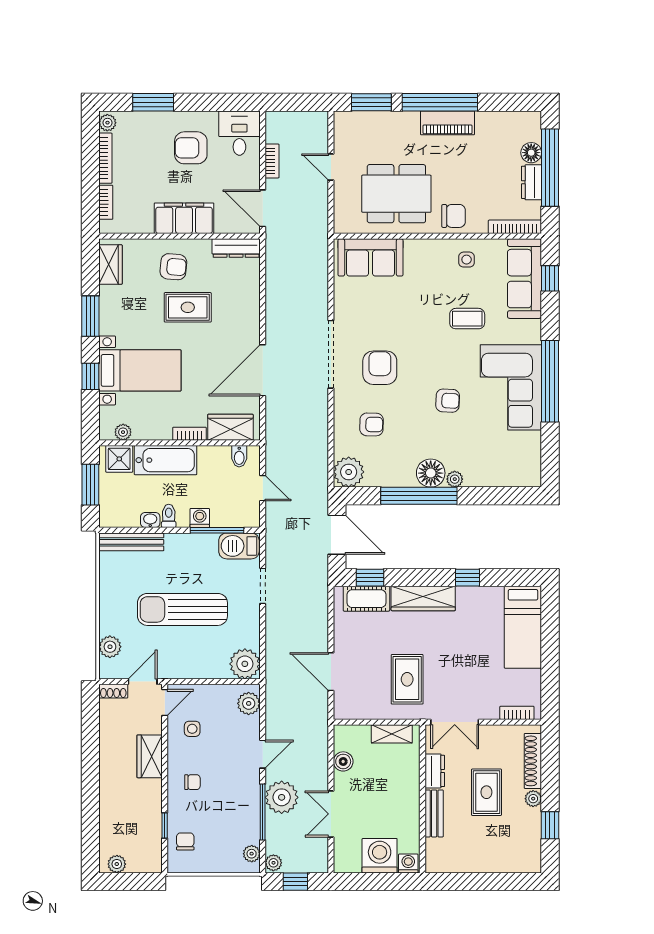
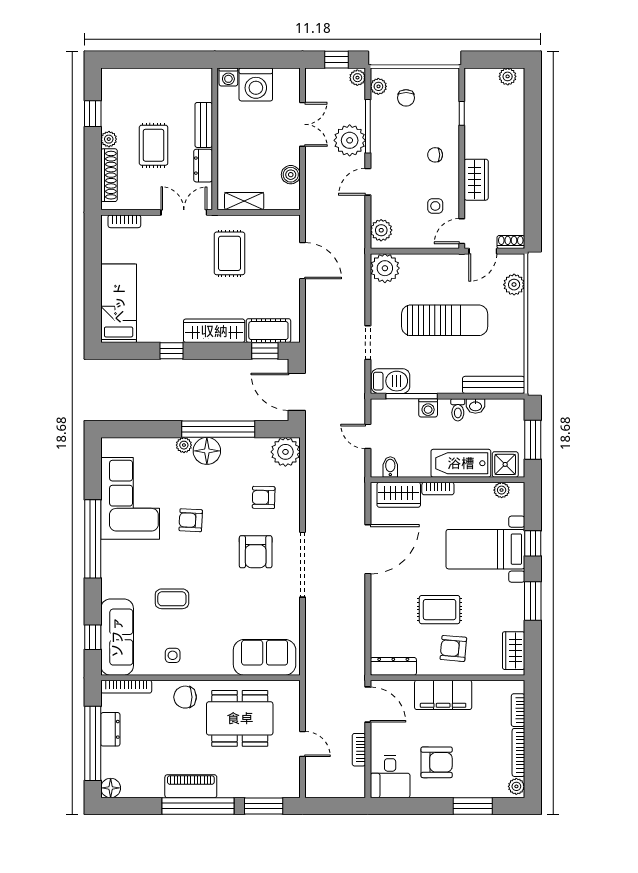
floor lamp: (531, 153) -> (111, 788), moved
corner sofa: (511, 387) -> (130, 498), moved
chair: (185, 841) -> (406, 98), moved

